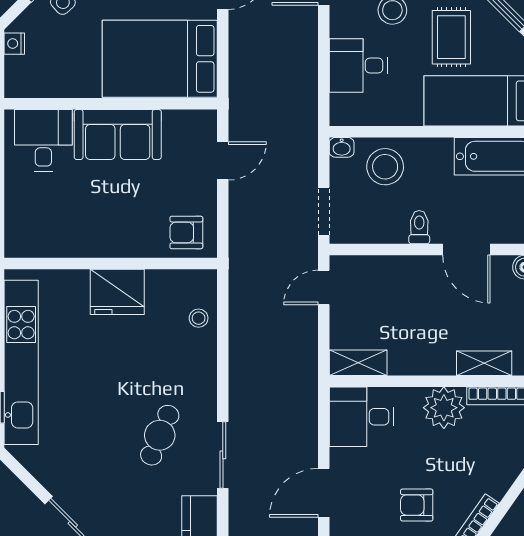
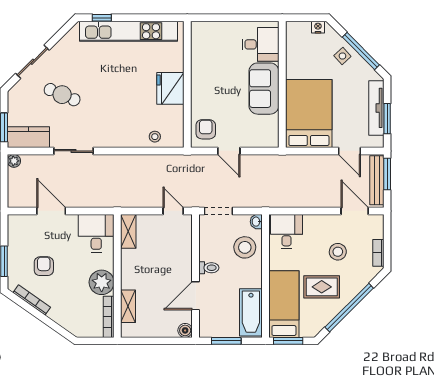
desk: (358, 66) -> (287, 232), moved
door: (223, 161) -> (229, 151), moved
cafe table: (160, 435) -> (62, 95), moved

